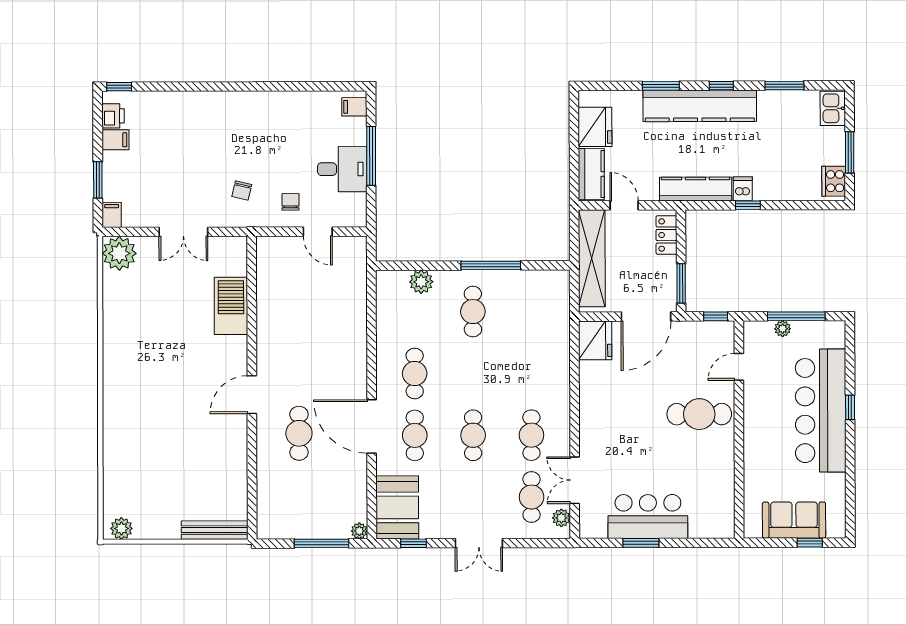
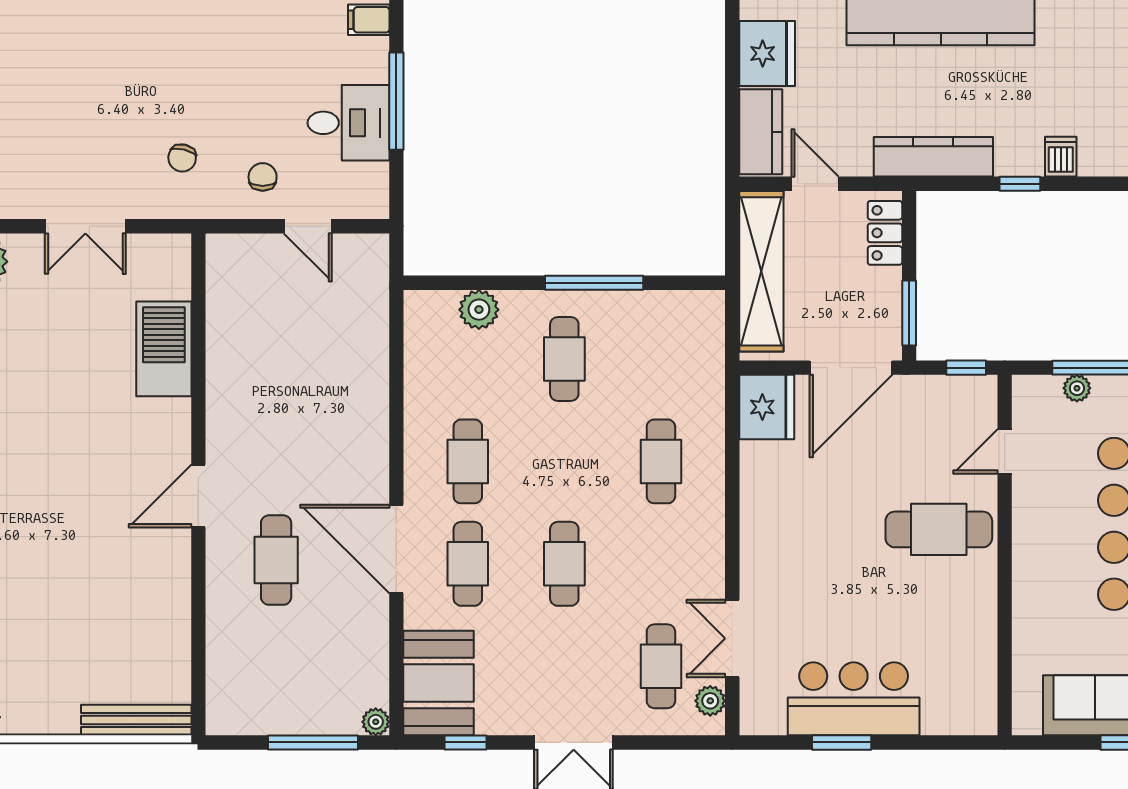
dishwasher: (743, 189) -> (1061, 157), moved
cafe table: (531, 435) -> (661, 461), moved

